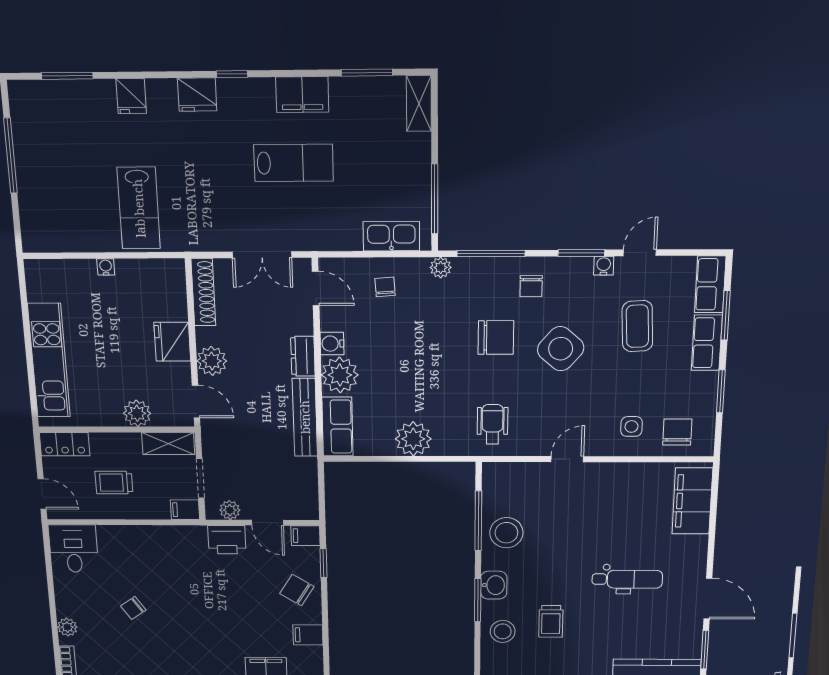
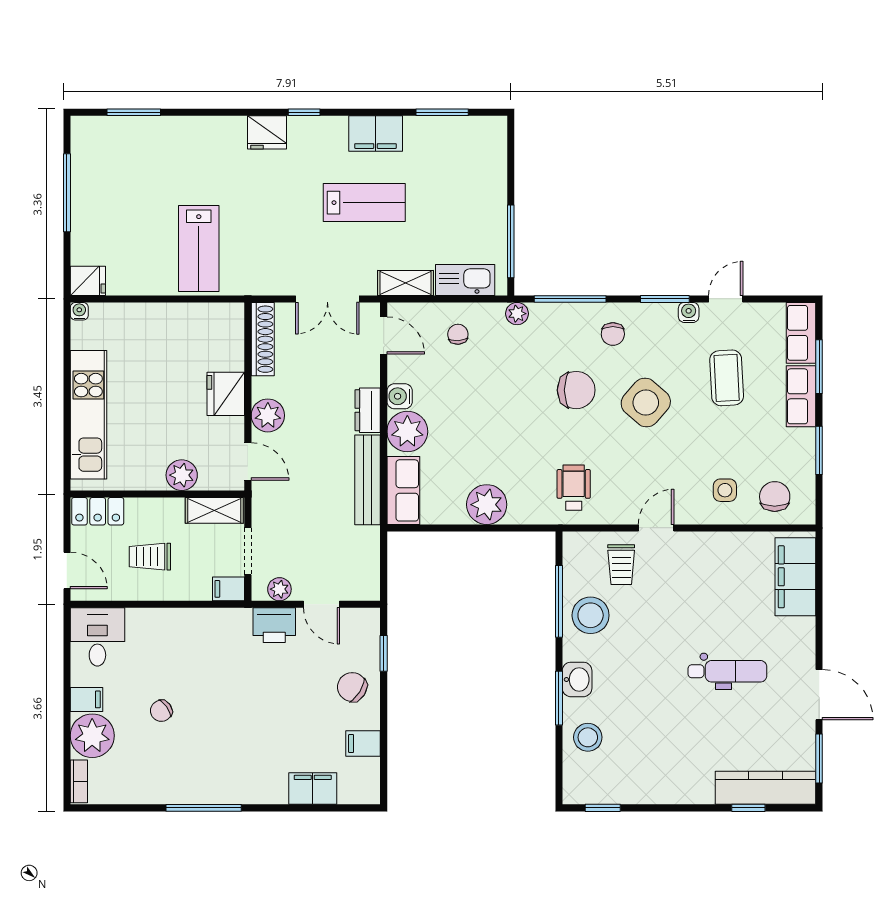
fridge: (131, 96) -> (88, 281), moved, turned -90
shelving: (419, 104) -> (405, 283), moved, turned 90
water cooler: (106, 267) -> (79, 311), moved
filing cabinet: (305, 536) -> (86, 699), moved, turned 180
trolley: (551, 621) -> (621, 565), moved
plant: (67, 627) -> (92, 736), width x1.87, depth x1.87

